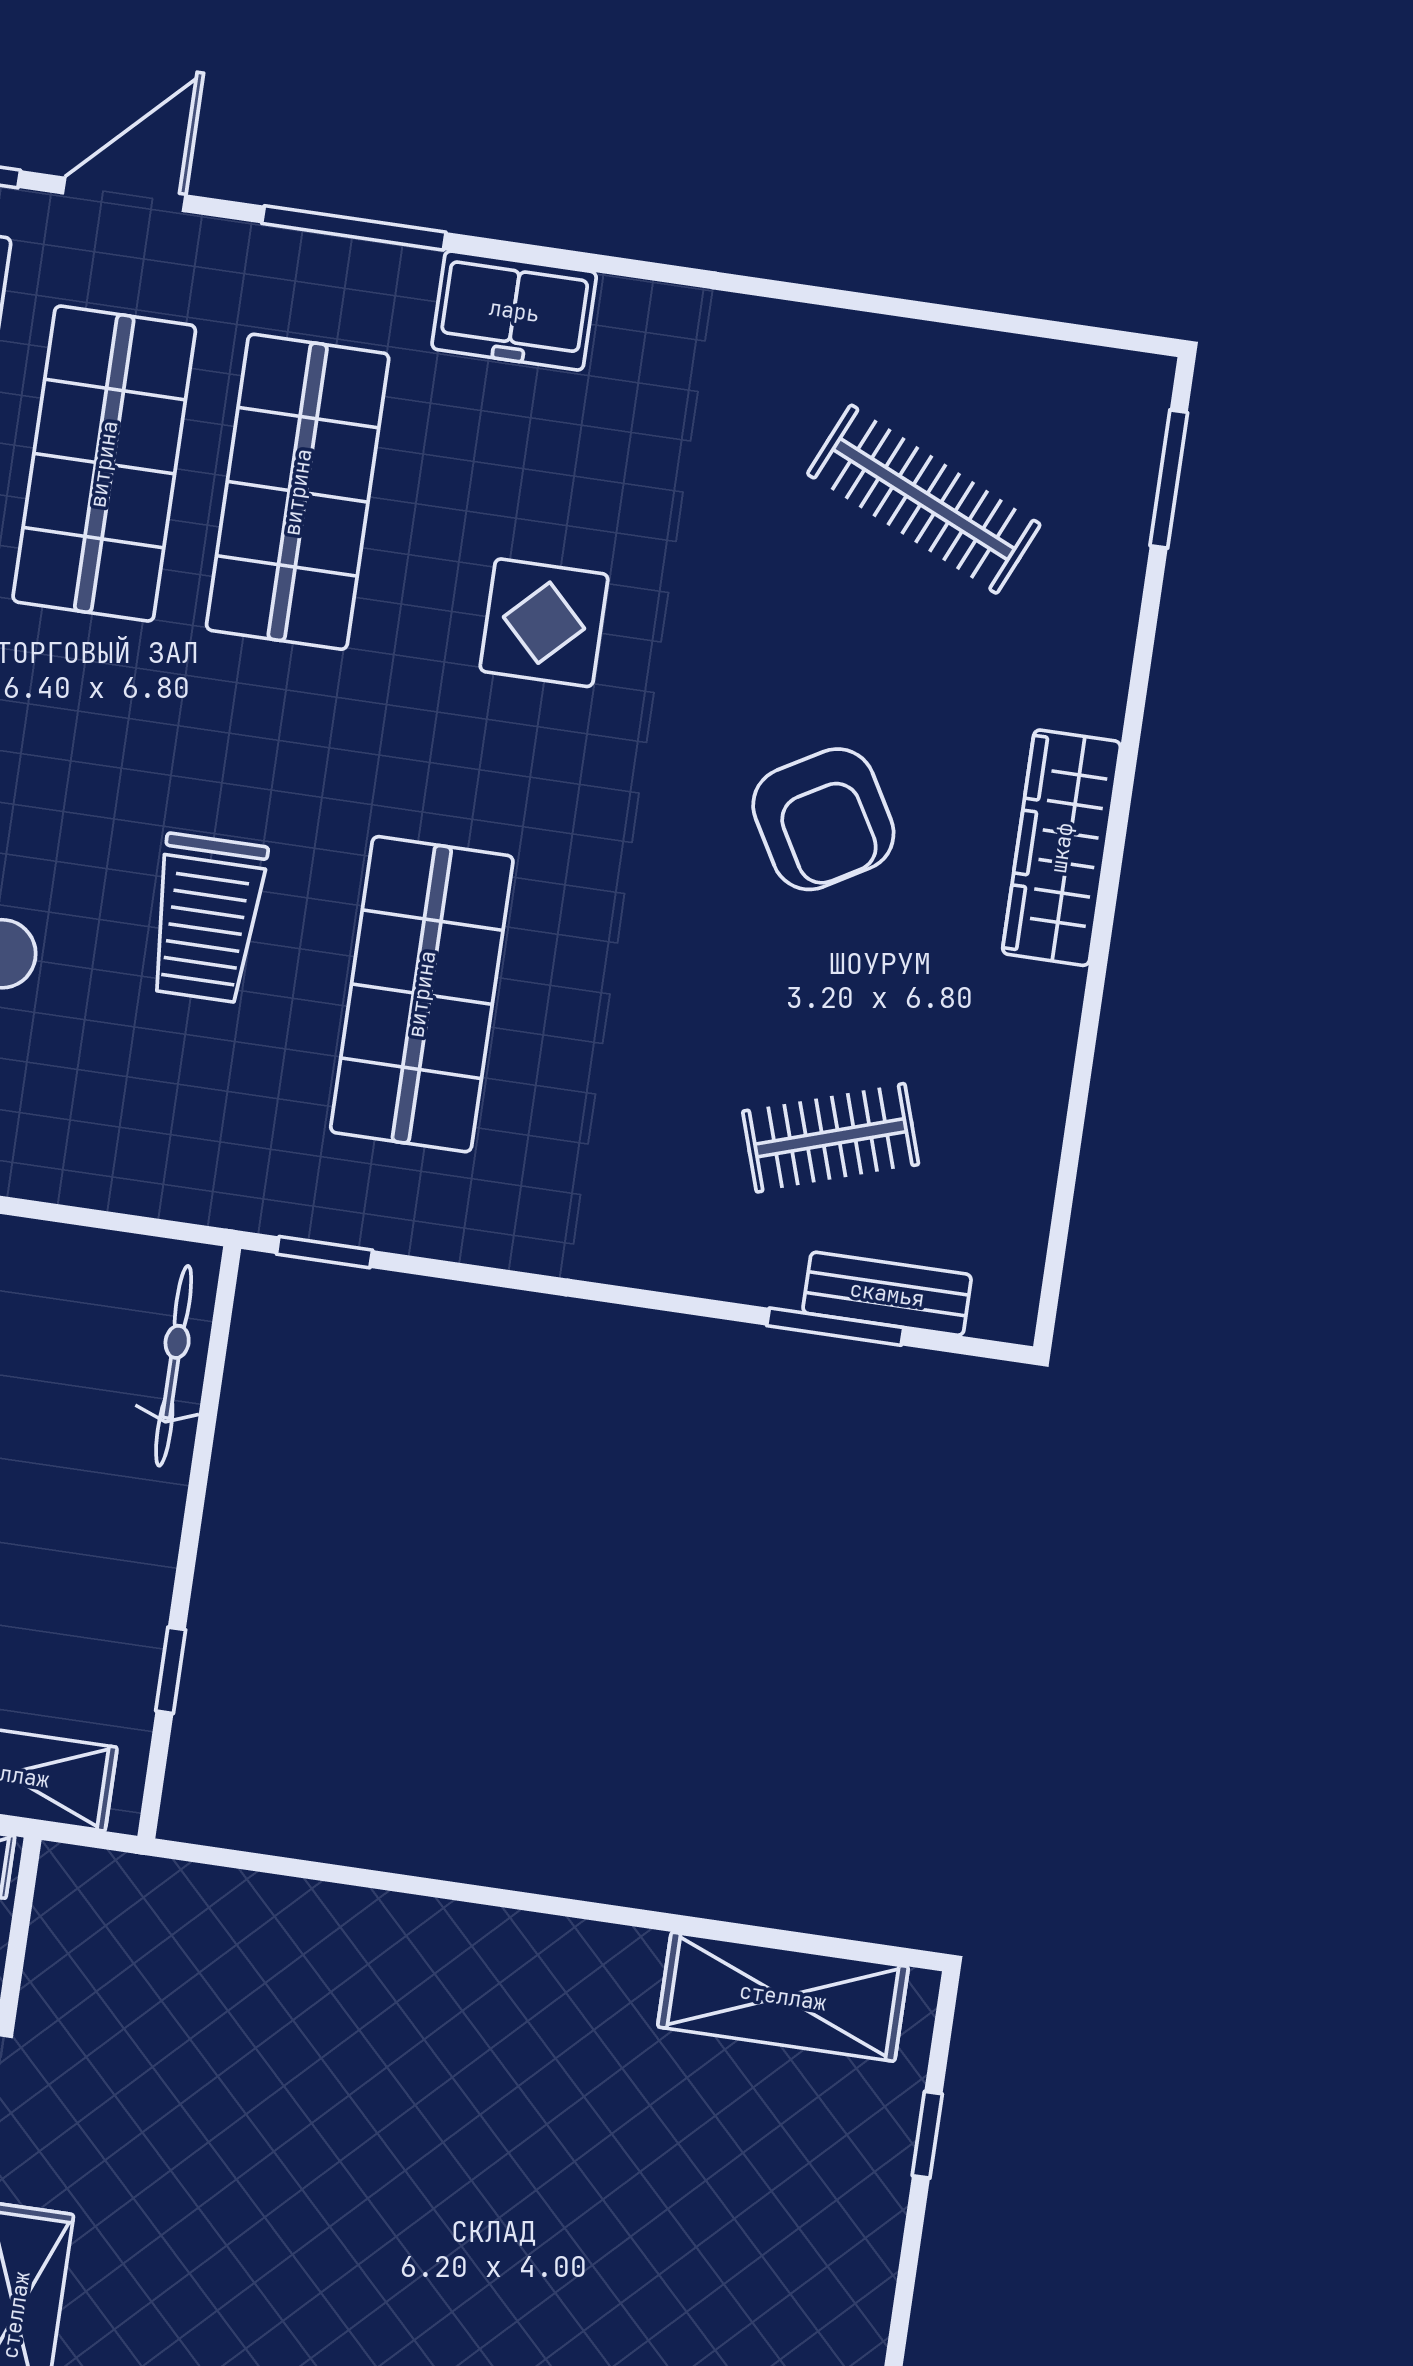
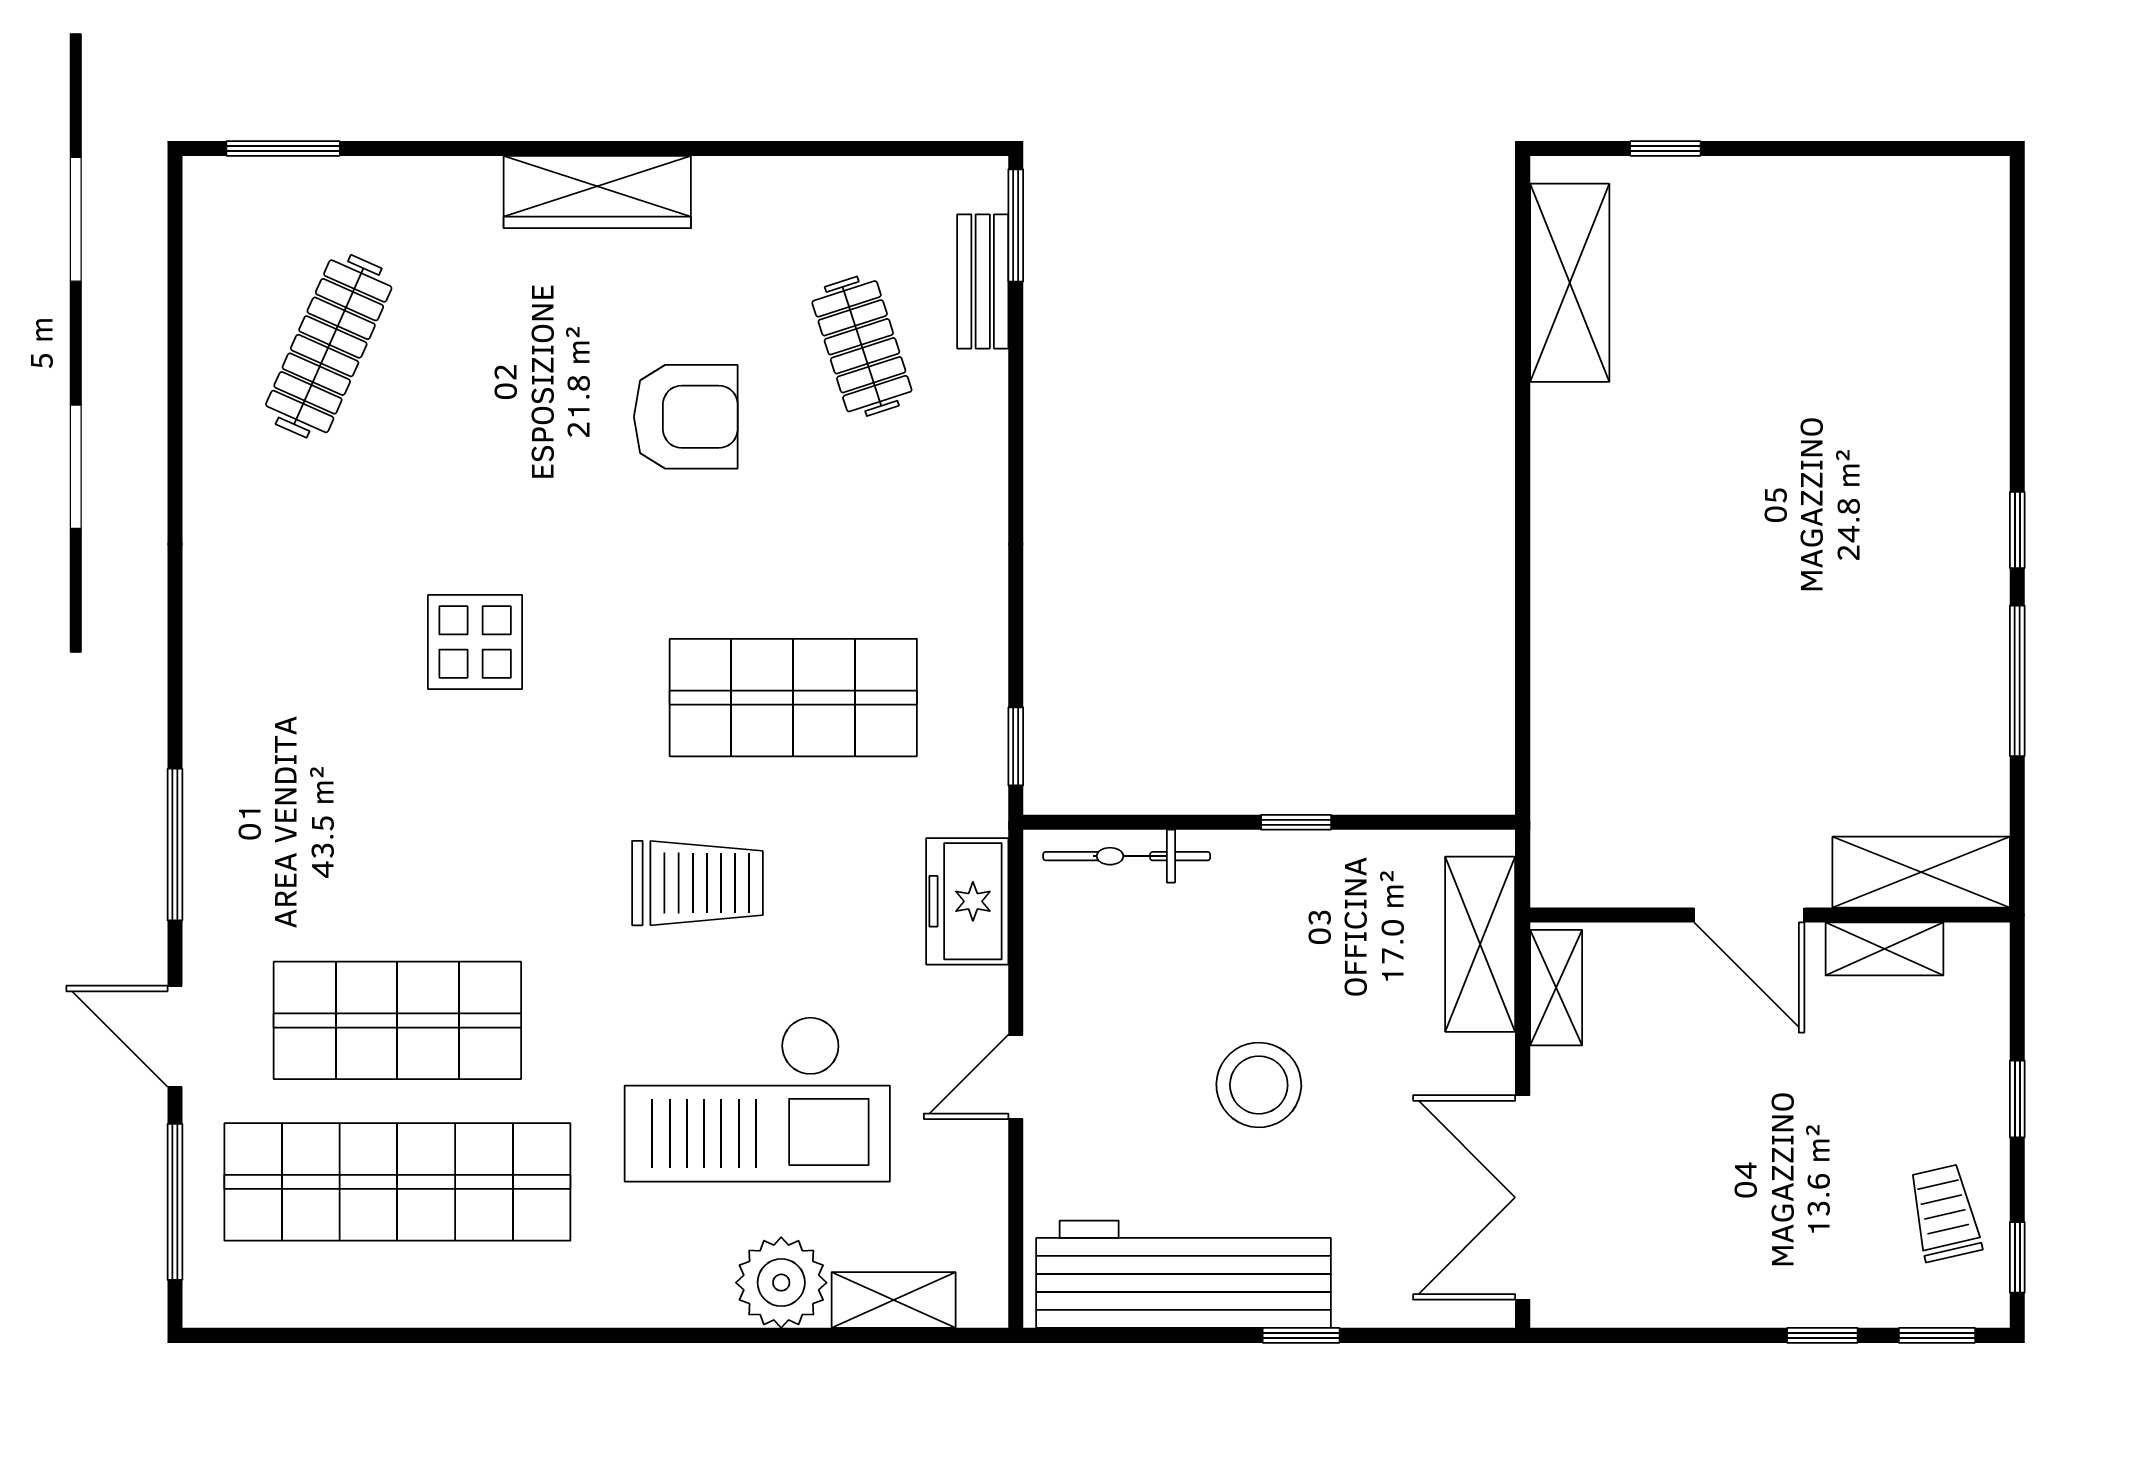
freezer: (514, 311) -> (967, 901), moved, turned 180
shop shelf: (298, 492) -> (397, 859), removed
armchair: (823, 819) -> (686, 417), moved, turned 30
trolley: (207, 918) -> (697, 883), moved
window: (835, 1327) -> (1016, 225), moved
window: (171, 1670) -> (1296, 822), moved

